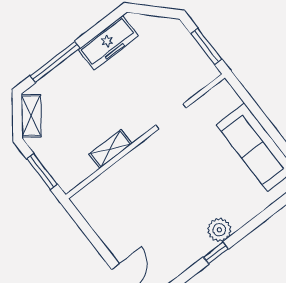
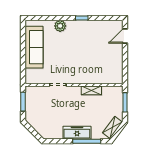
freezer: (108, 43) -> (77, 133), moved
plant: (219, 230) -> (60, 26), moved

